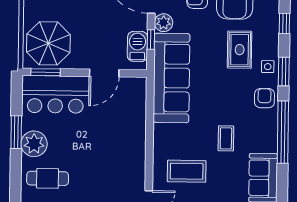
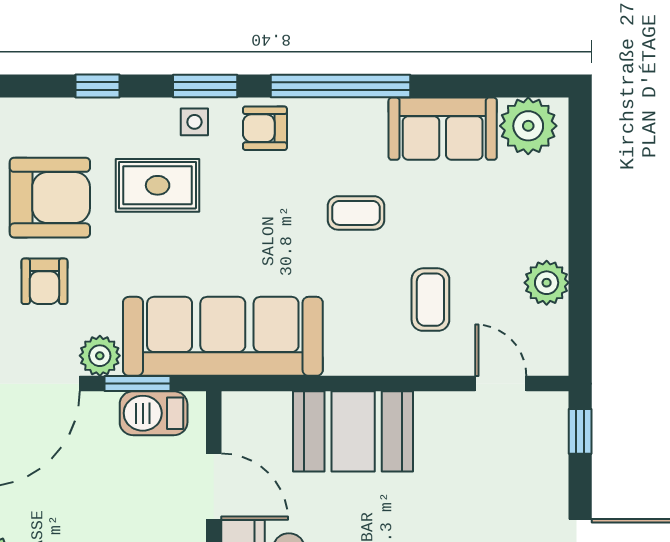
window: (151, 39) -> (138, 384), width x1.50
booth: (128, 136) -> (353, 431), added
coffee table: (187, 171) -> (430, 300), width x0.73, depth x0.77

